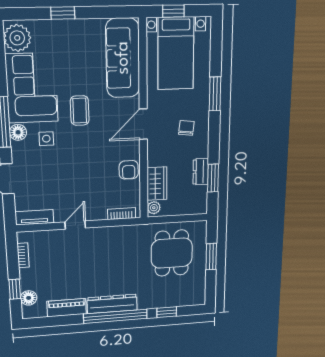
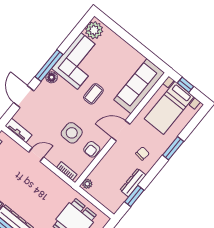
window: (63, 13) -> (128, 38), removed
side table: (46, 139) -> (72, 133), moved, width x1.87, depth x1.87
dresser: (201, 172) -> (133, 183), width x1.44
wardrobe: (157, 184) -> (101, 171), removed

